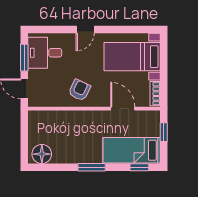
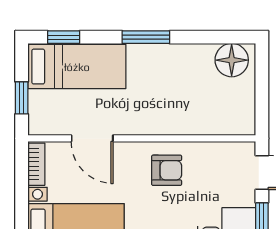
armchair: (80, 90) -> (167, 170), turned -115

